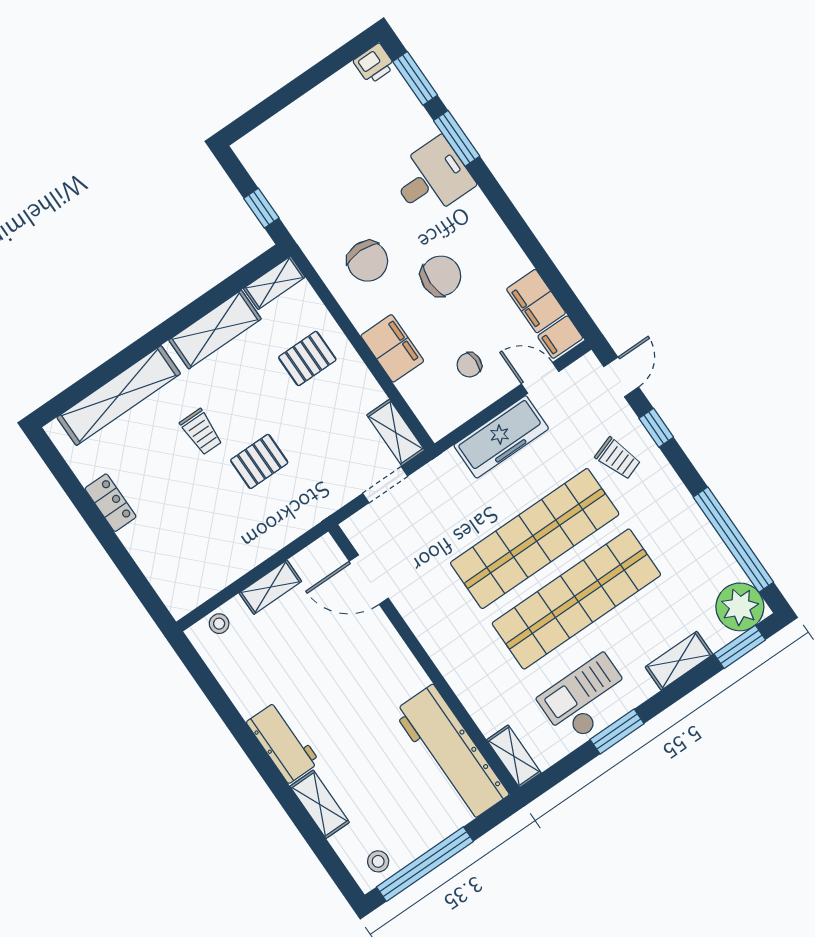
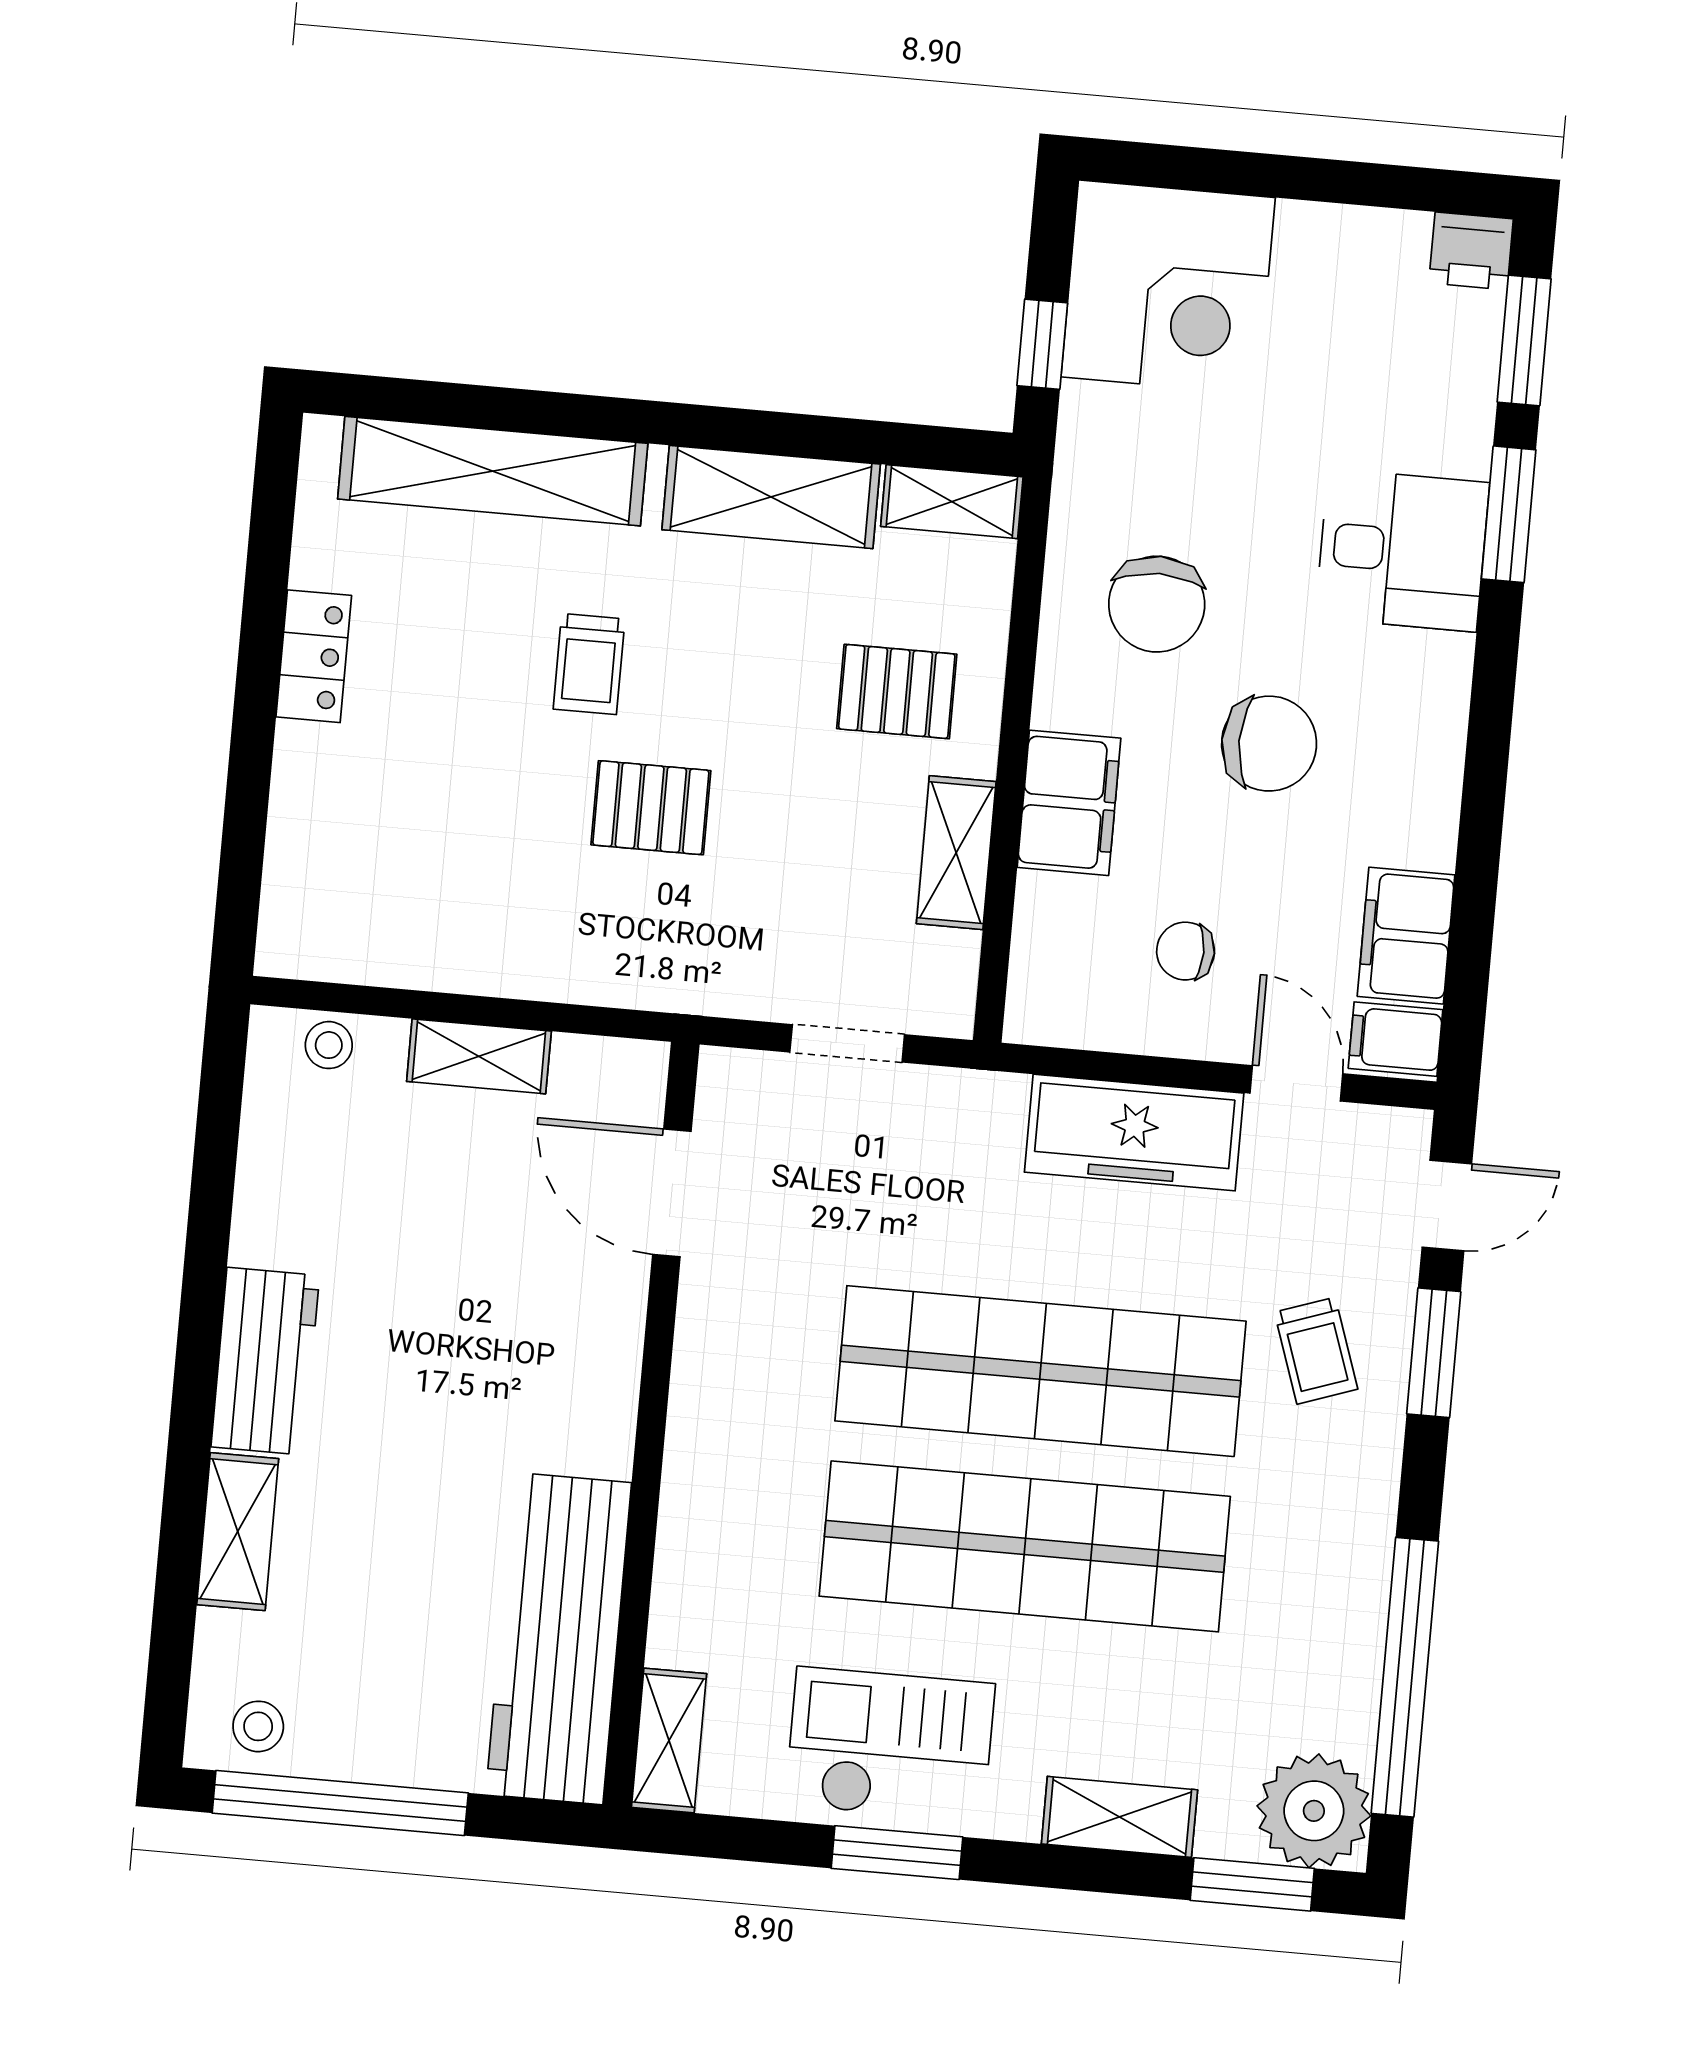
corner desk: (287, 156) -> (1168, 287), added
window: (656, 428) -> (1434, 1353), width x1.50
shelving: (396, 433) -> (956, 853), moved

